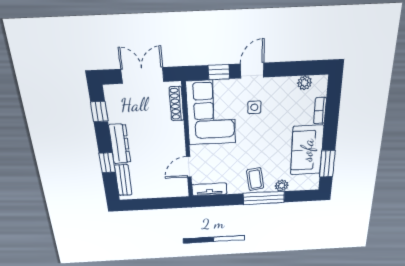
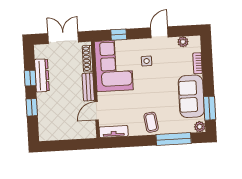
door: (252, 71) -> (159, 32), moved
window: (99, 112) -> (30, 78), moved
dresser: (120, 144) -> (42, 75), moved
bench: (123, 180) -> (88, 87), moved
plant: (282, 186) -> (200, 127), moved
window: (264, 198) -> (174, 139), moved

